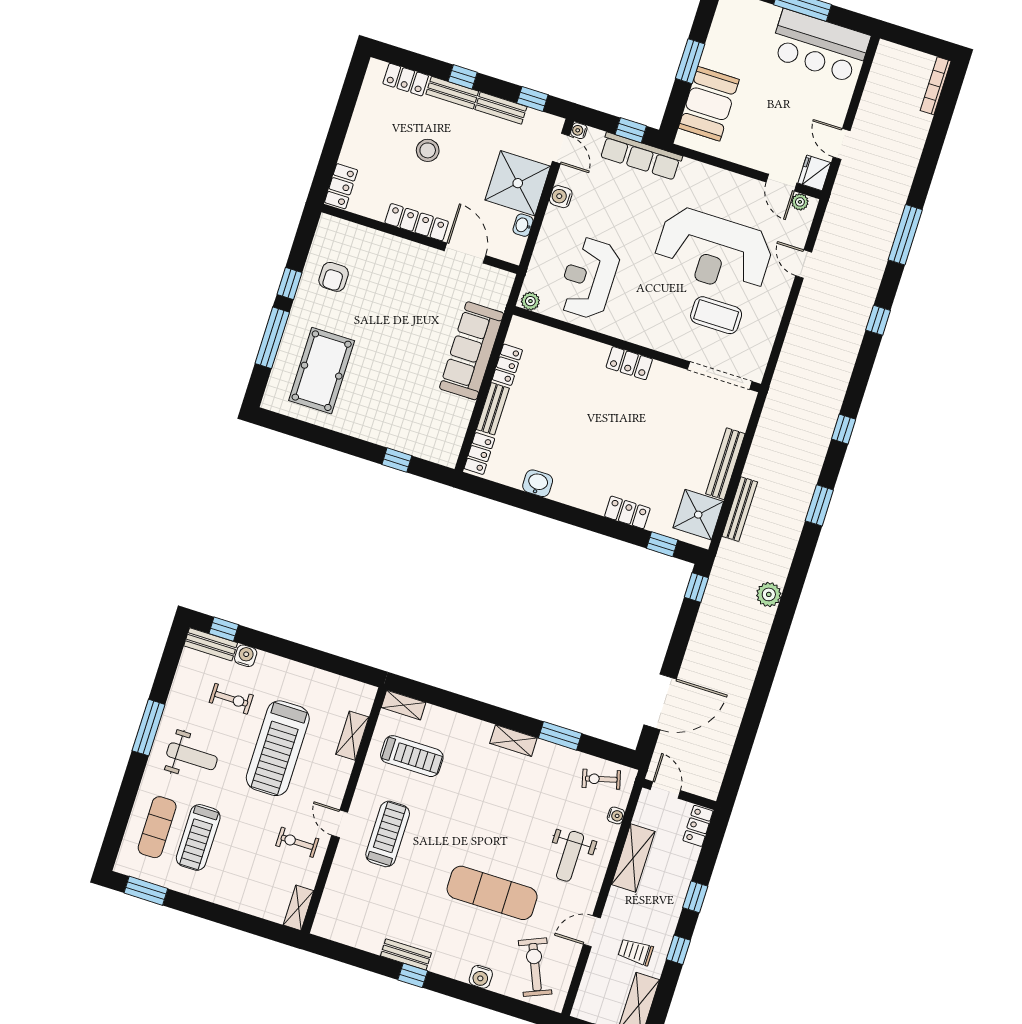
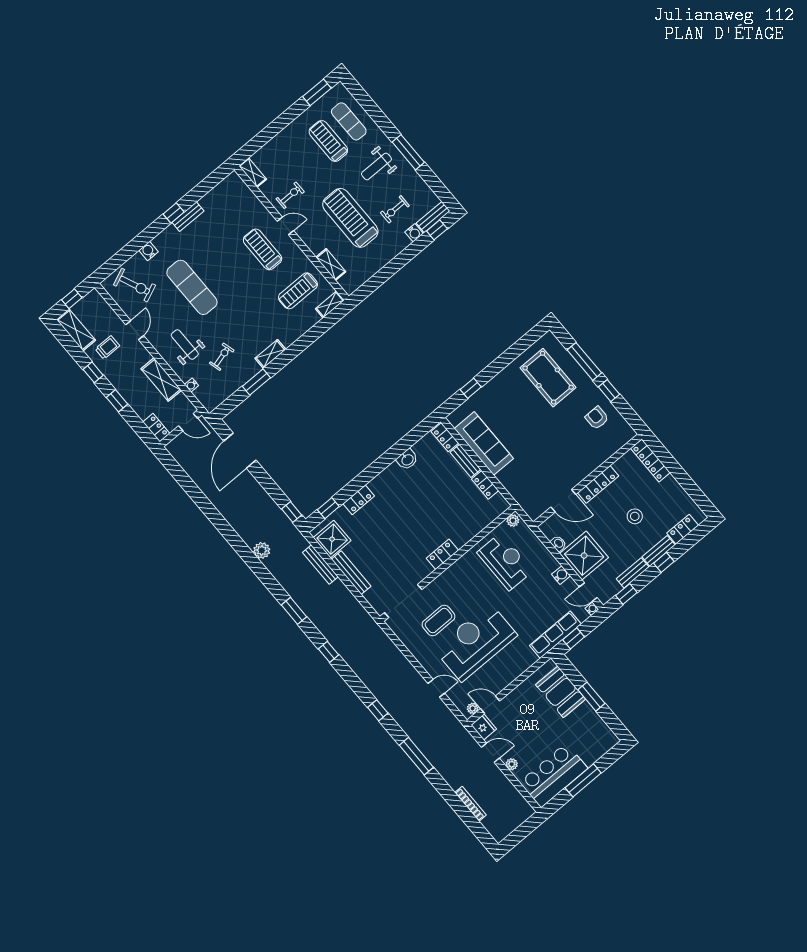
bookcase: (936, 86) -> (471, 804), moved
plant: (839, 108) -> (512, 764), added
locker: (341, 186) -> (650, 460), width x1.53
sofa: (472, 351) -> (484, 443), moved
exercise bike: (601, 779) -> (222, 357), moved
treadmill: (388, 834) -> (263, 249), turned 180
exercise mat: (492, 893) -> (192, 287), turned 90

